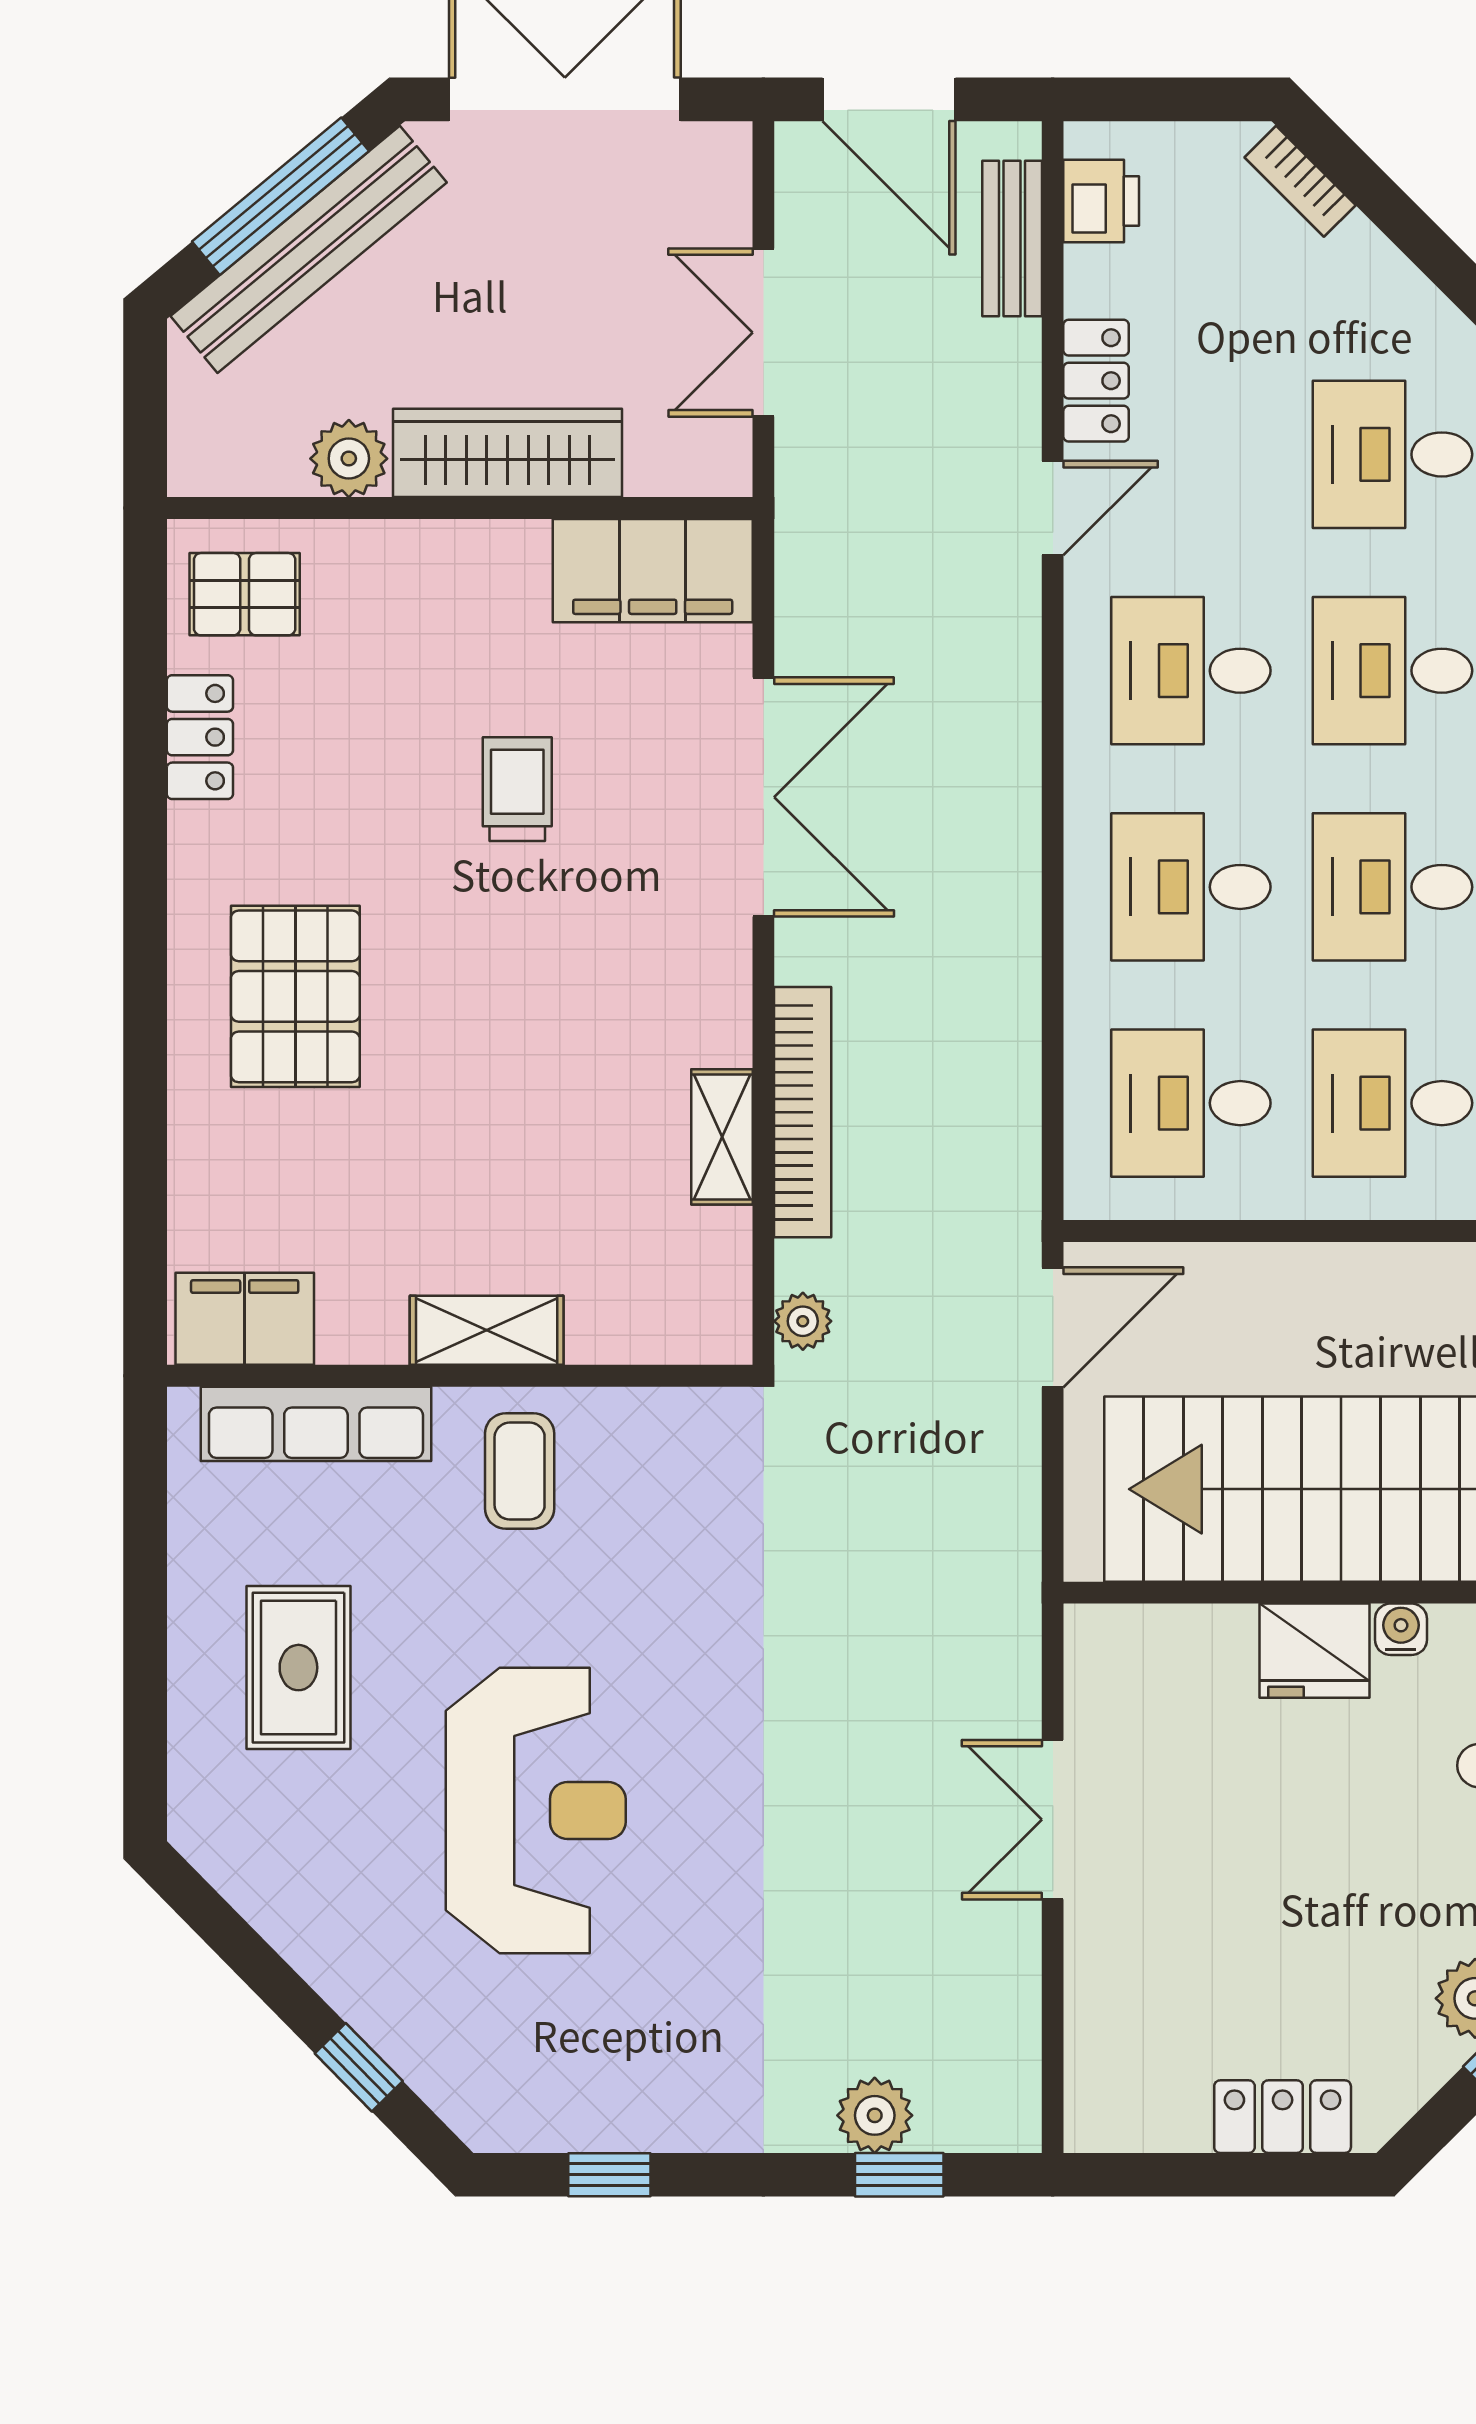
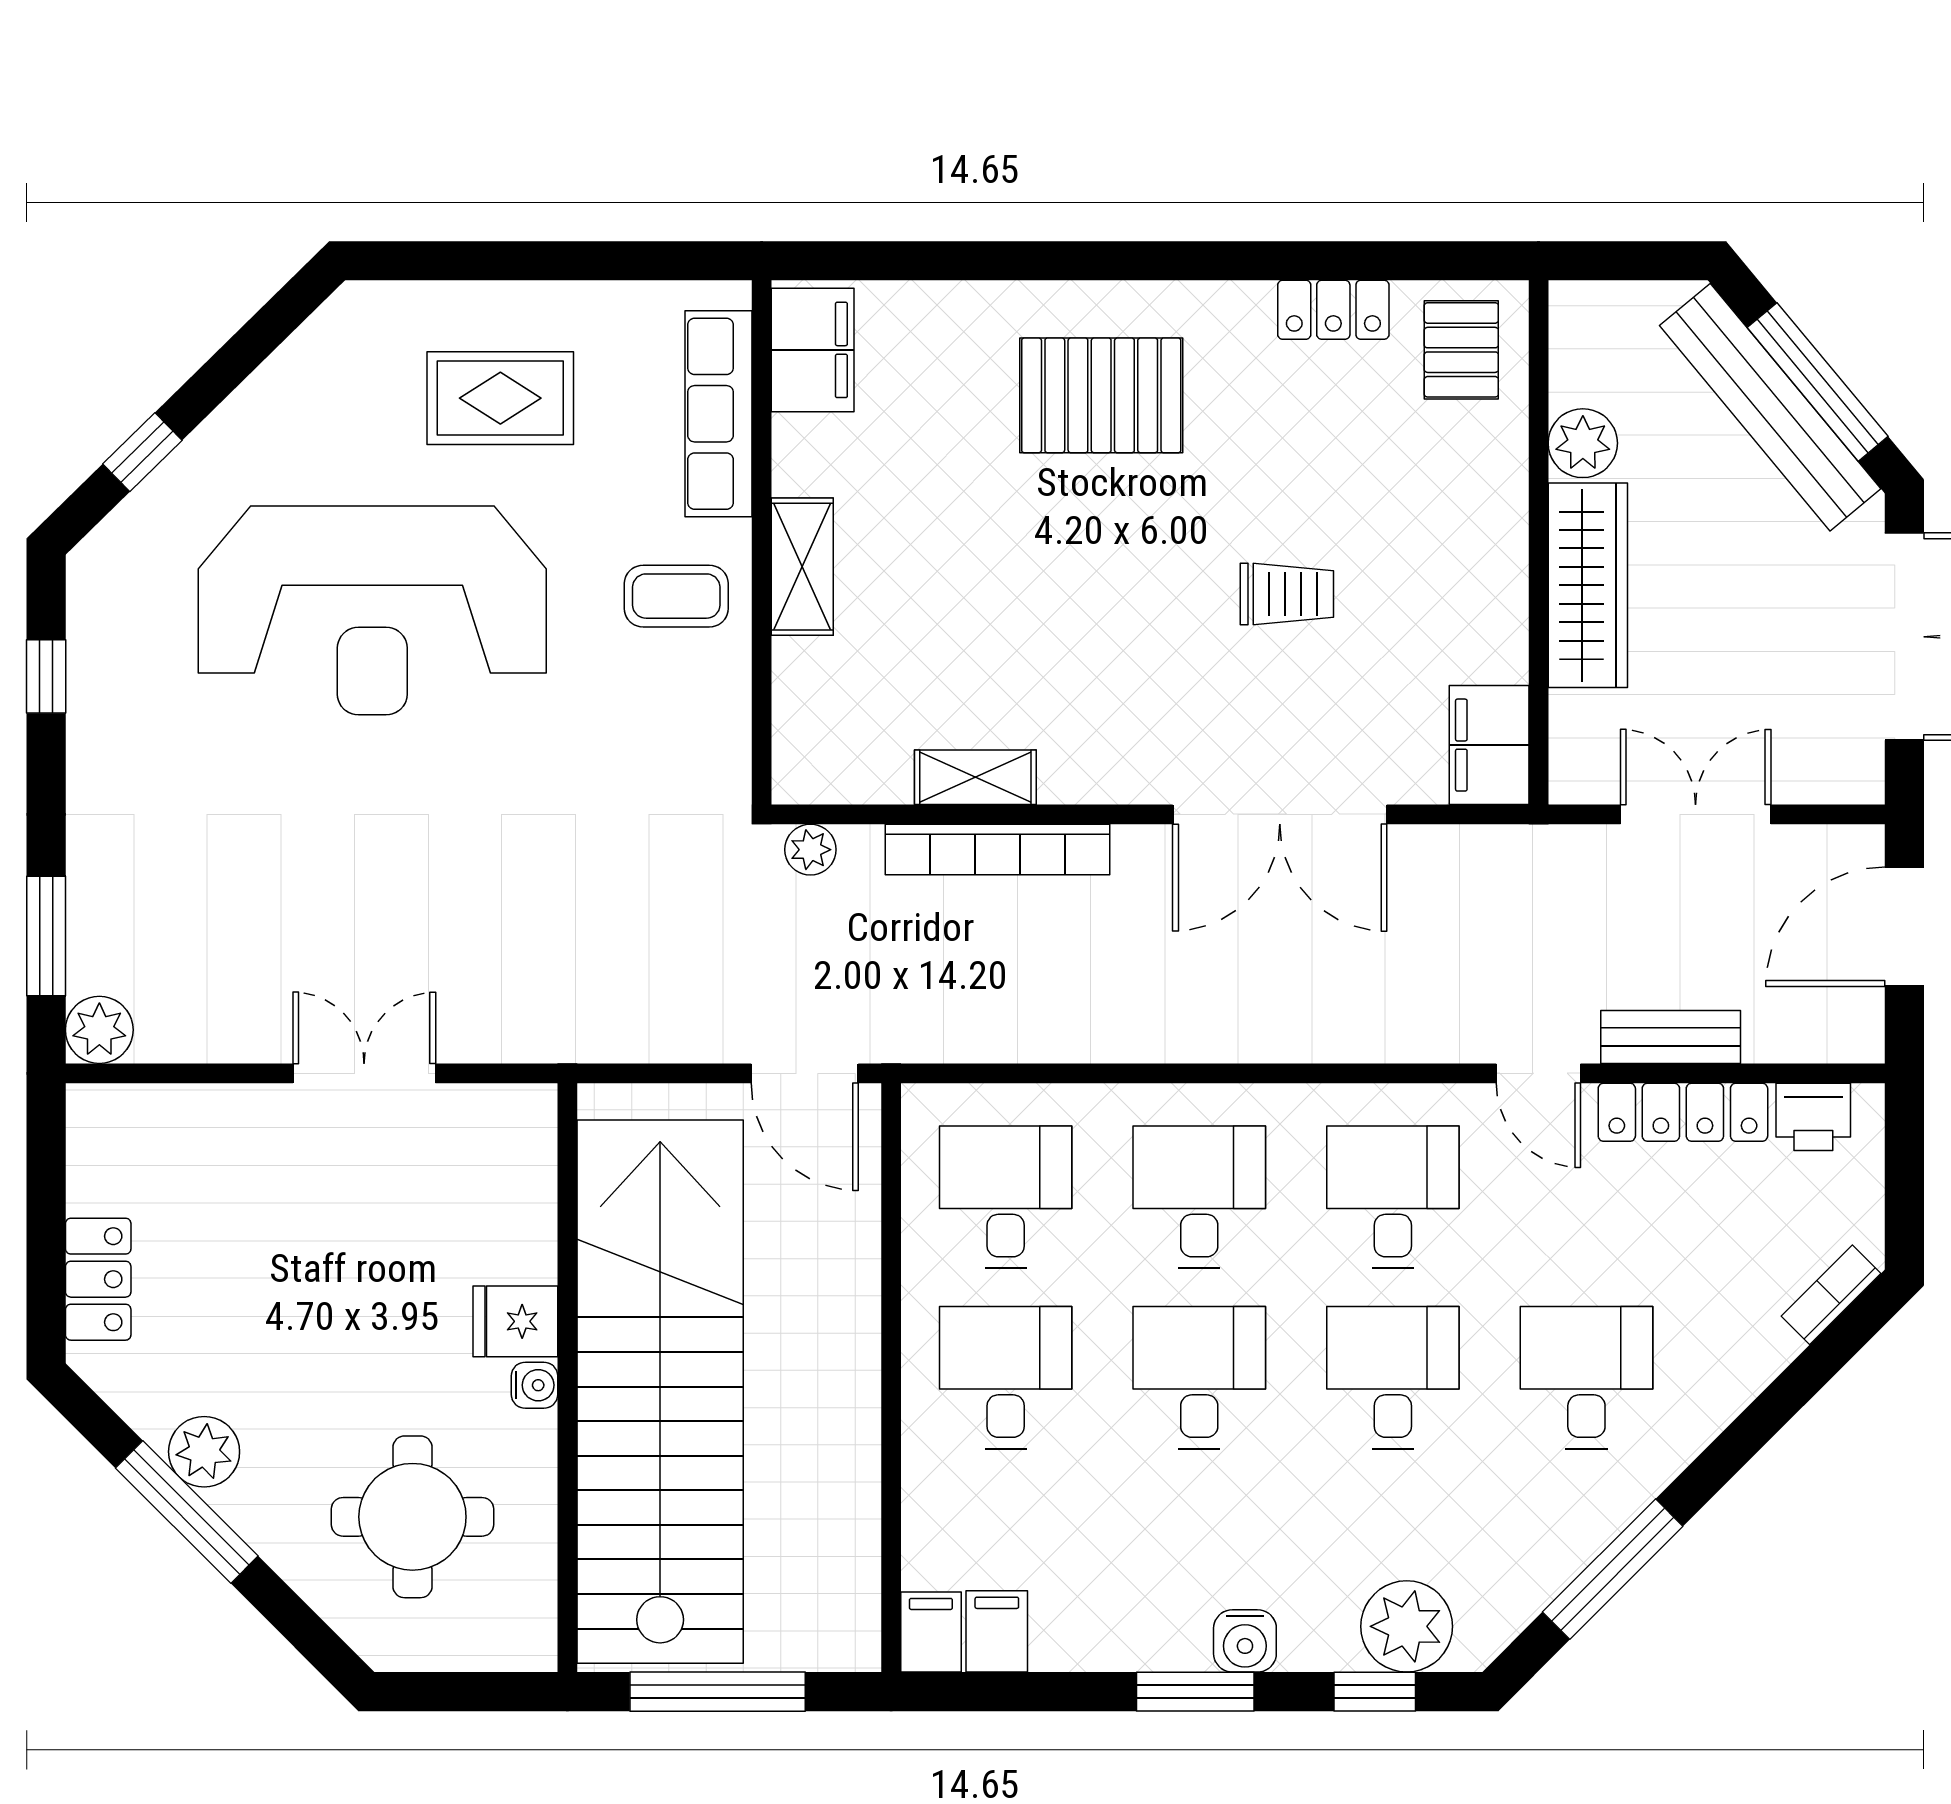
bench: (1012, 239) -> (1671, 1037), moved
locker: (1096, 381) -> (1683, 1112), width x1.53
filing cabinet: (653, 571) -> (1489, 745), width x0.67, depth x0.86
fridge: (1314, 1651) -> (515, 1321), width x0.72
reception desk: (536, 1811) -> (372, 610), width x1.36, depth x1.30
plant: (875, 2115) -> (99, 1030), moved
window: (899, 2175) -> (46, 936), width x1.50

